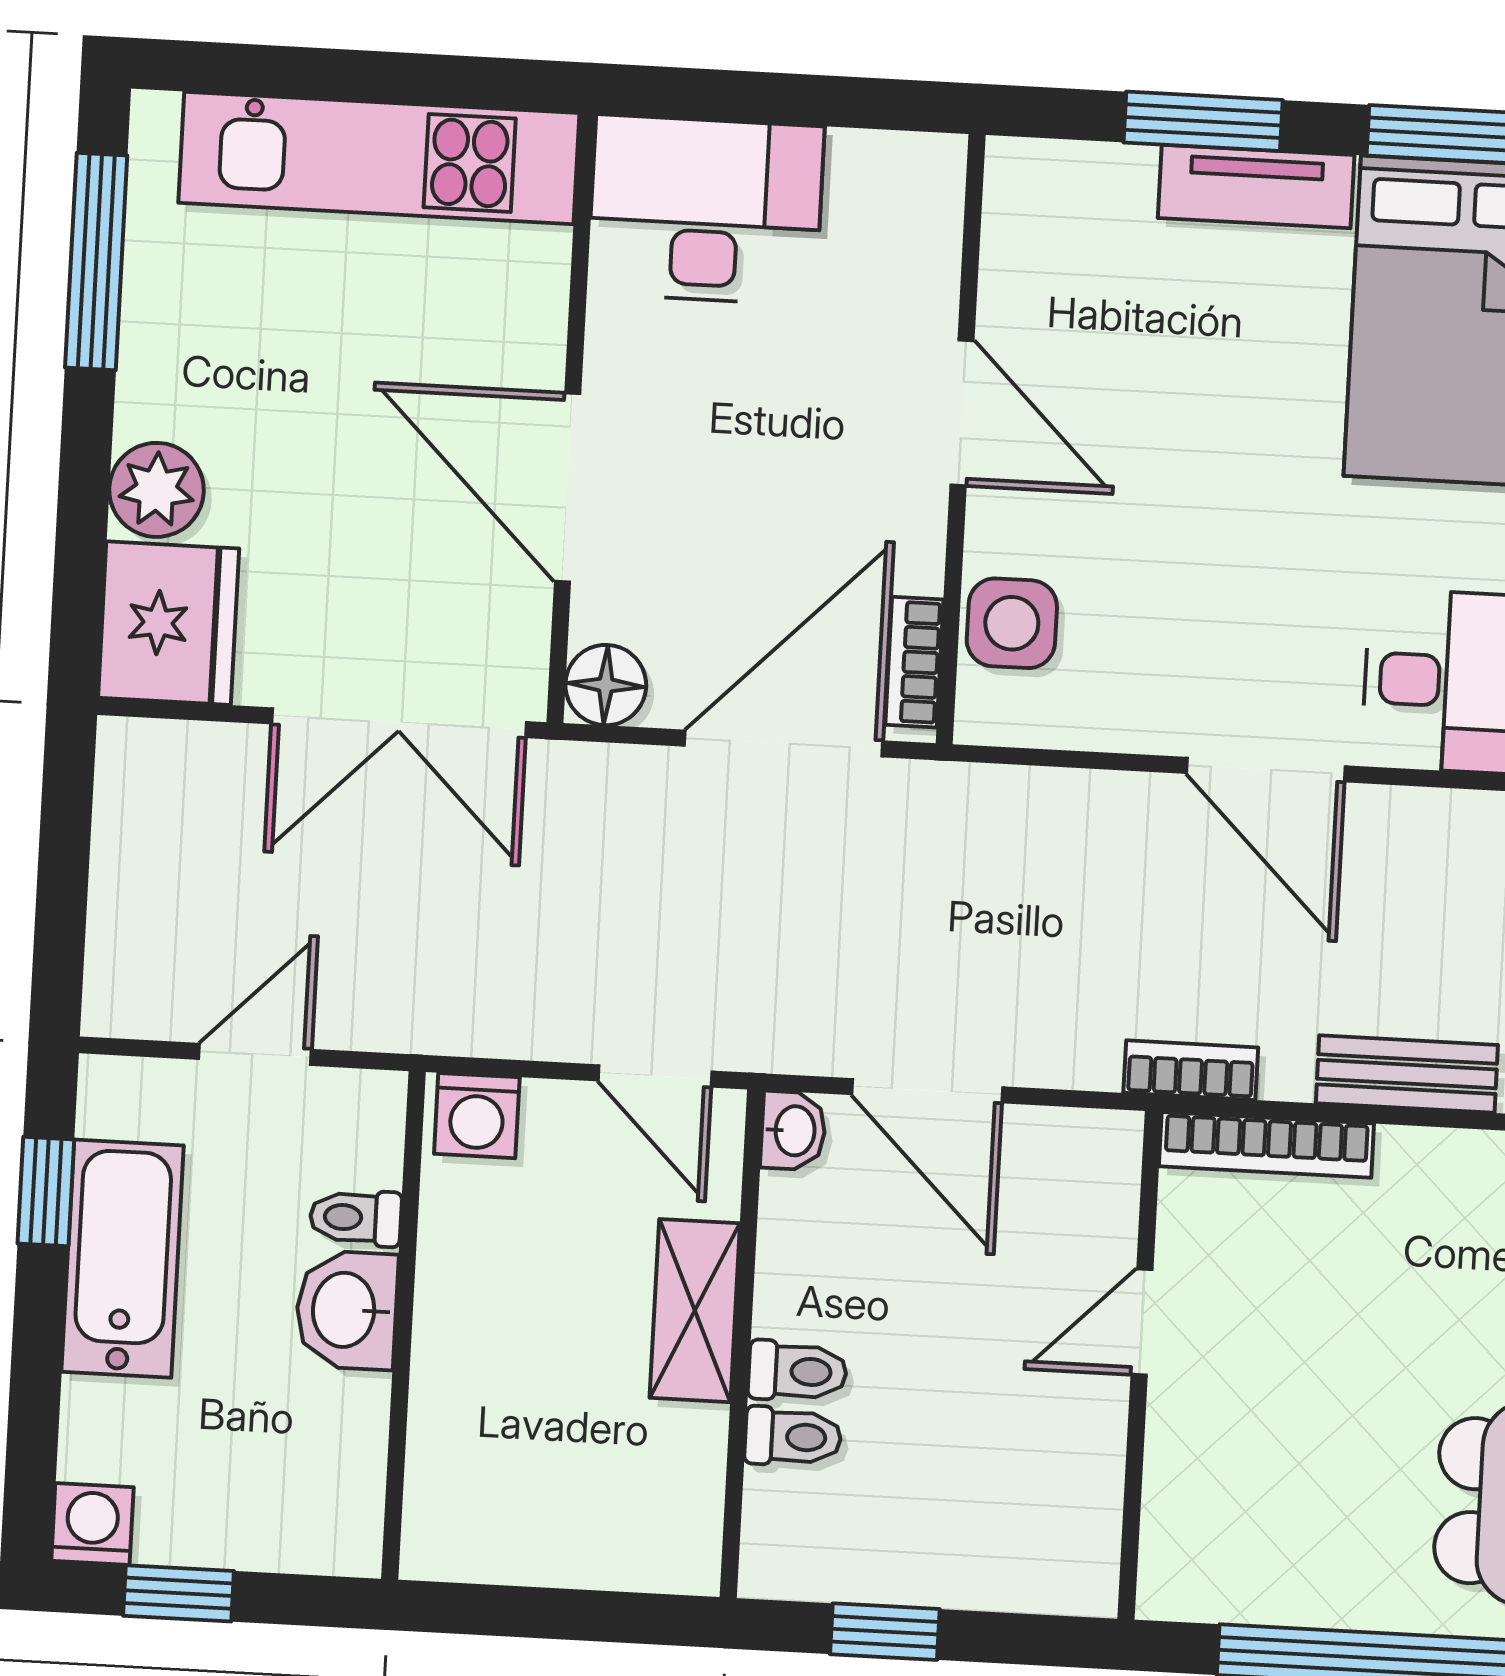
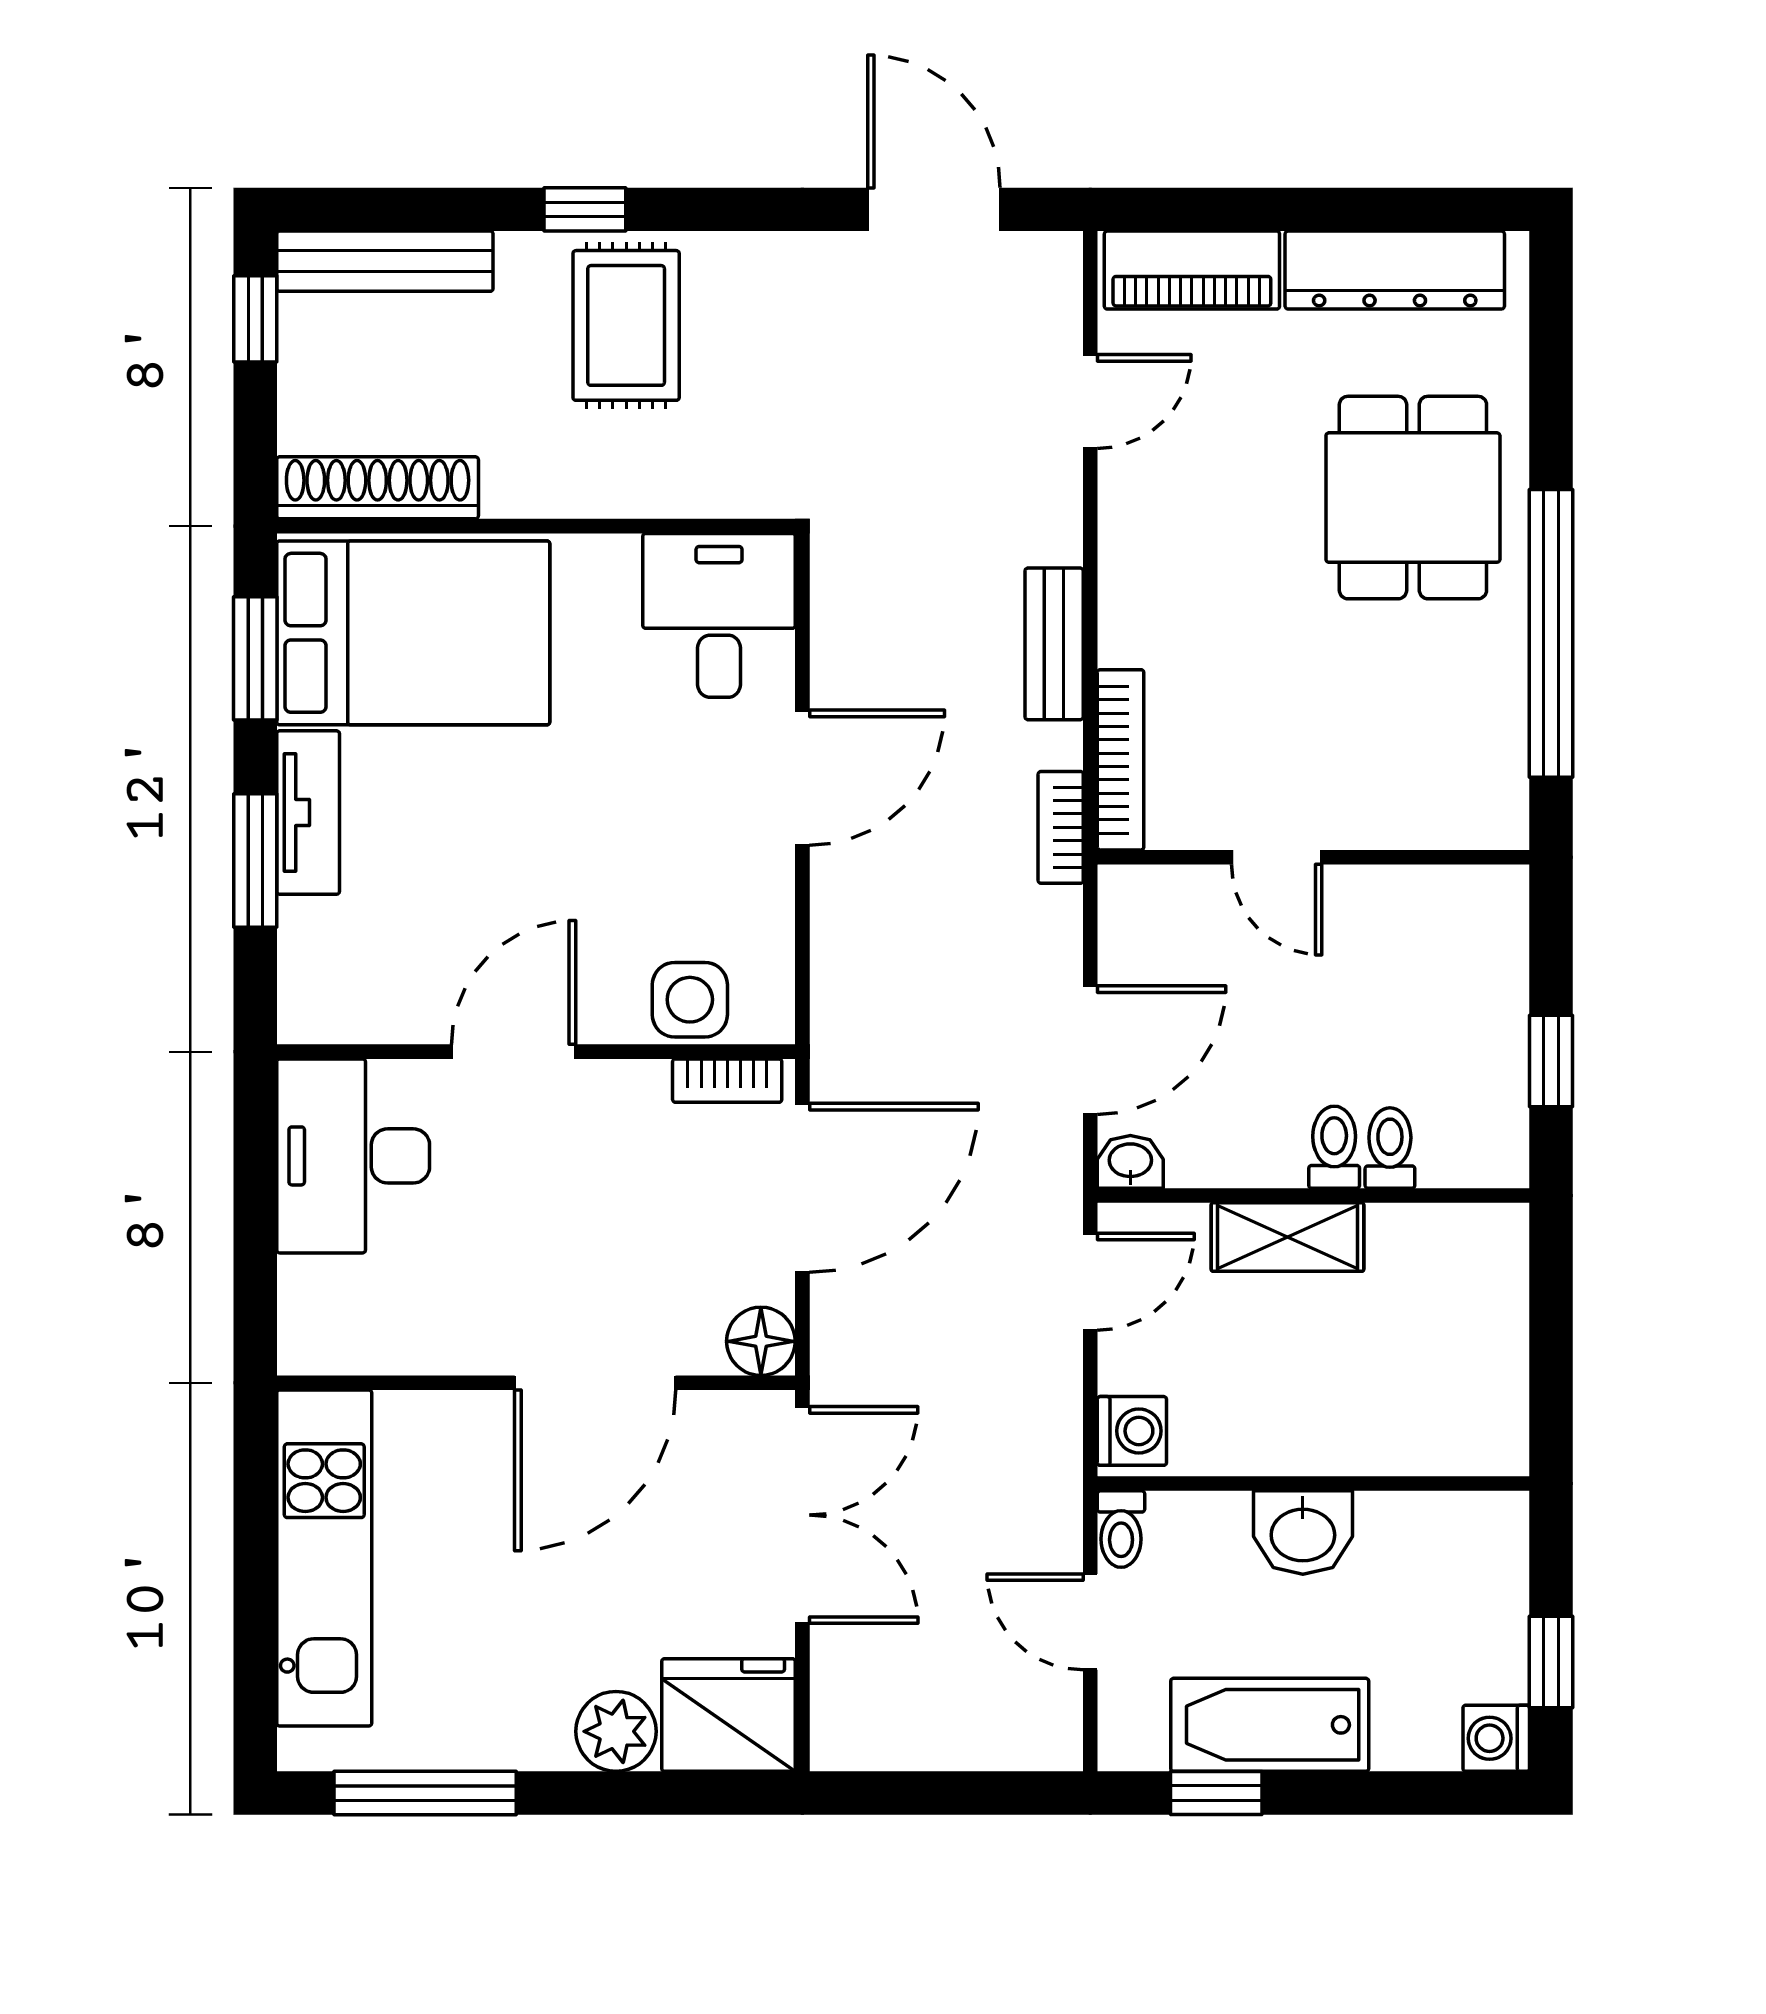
desk: (706, 210) -> (353, 1156), moved
door: (784, 744) -> (802, 1188), swing flipped
toilet: (356, 1218) -> (1121, 1529), moved

